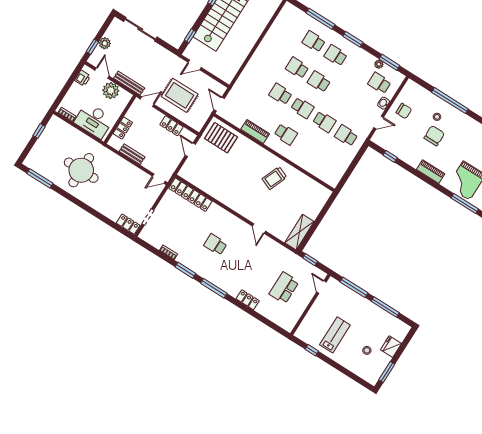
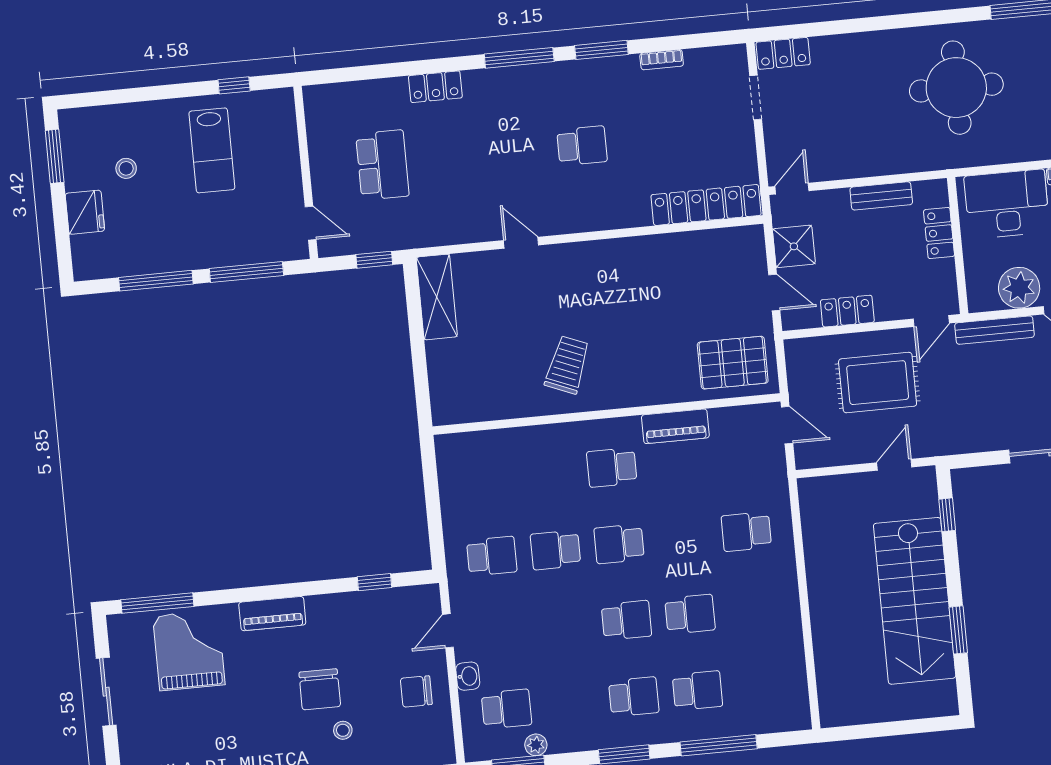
school desk: (280, 94) -> (746, 532), moved, turned 180
shower: (173, 160) -> (794, 246), added

